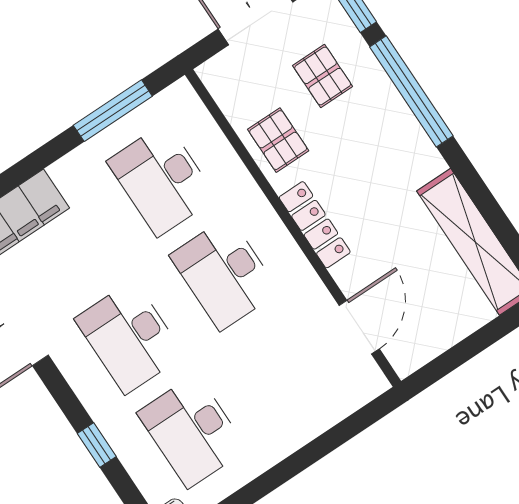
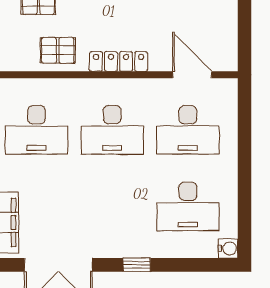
desk: (129, 337) -> (188, 130), moved
window: (97, 445) -> (137, 265), moved

